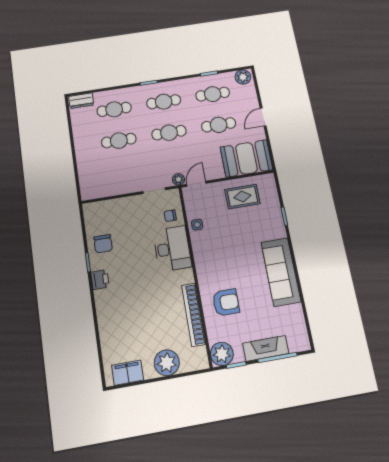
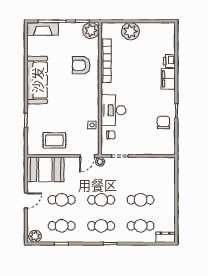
printer: (100, 280) -> (169, 61), moved
fireplace: (266, 348) -> (43, 29), moved
filing cabinet: (128, 373) -> (168, 79), moved, turned 90

